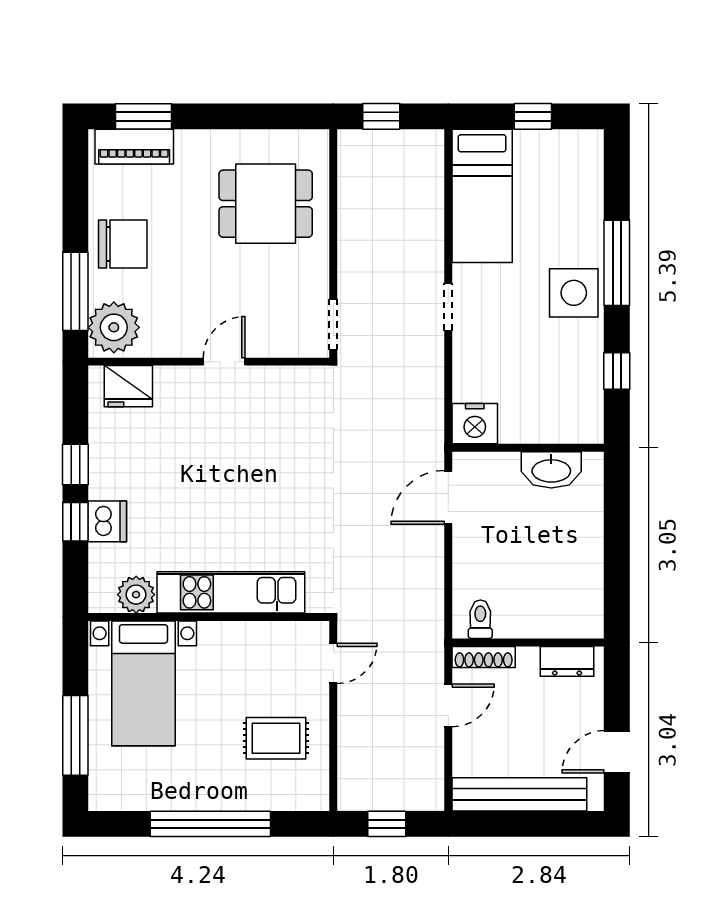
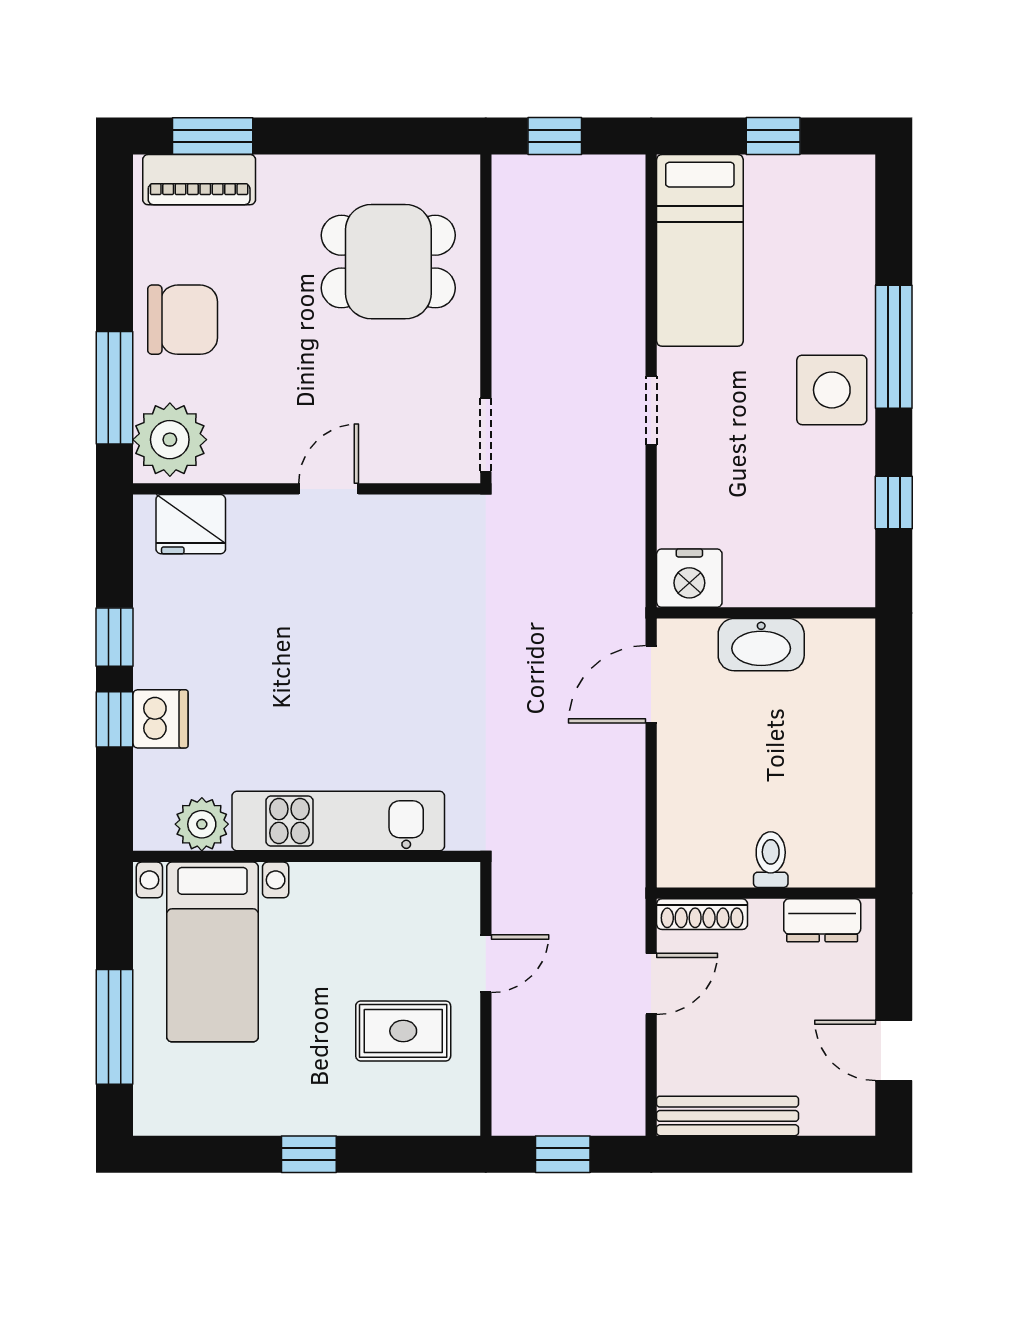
washbasin: (551, 470) -> (761, 645), moved
toilet: (480, 619) -> (771, 860), moved
door: (333, 663) -> (486, 964), moved
door: (617, 752) -> (894, 1050), hinge flipped
bench: (519, 794) -> (728, 1116), width x0.73, depth x0.82
window: (210, 824) -> (309, 1154), width x0.32

